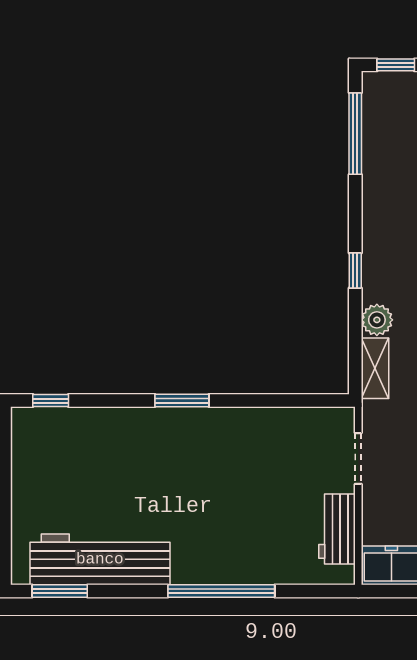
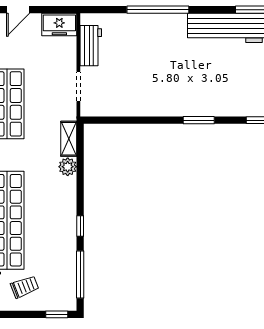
window: (355, 271) -> (80, 226), moved
window: (182, 401) -> (199, 120), moved

